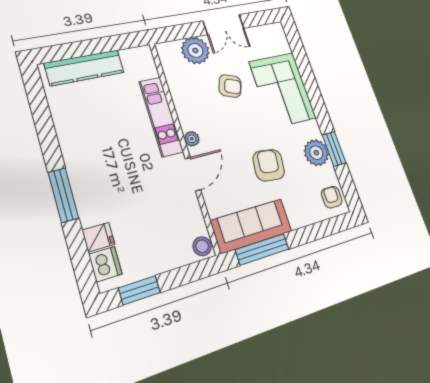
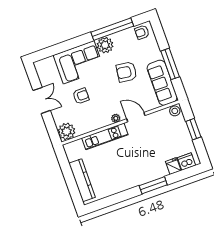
plant: (195, 50) -> (66, 131), moved
armchair: (230, 86) -> (81, 96), turned 69
window: (334, 149) -> (112, 29), width x2.11
plant: (316, 153) -> (105, 45), moved
window: (262, 249) -> (170, 64), moved
window: (139, 290) -> (193, 129), moved

